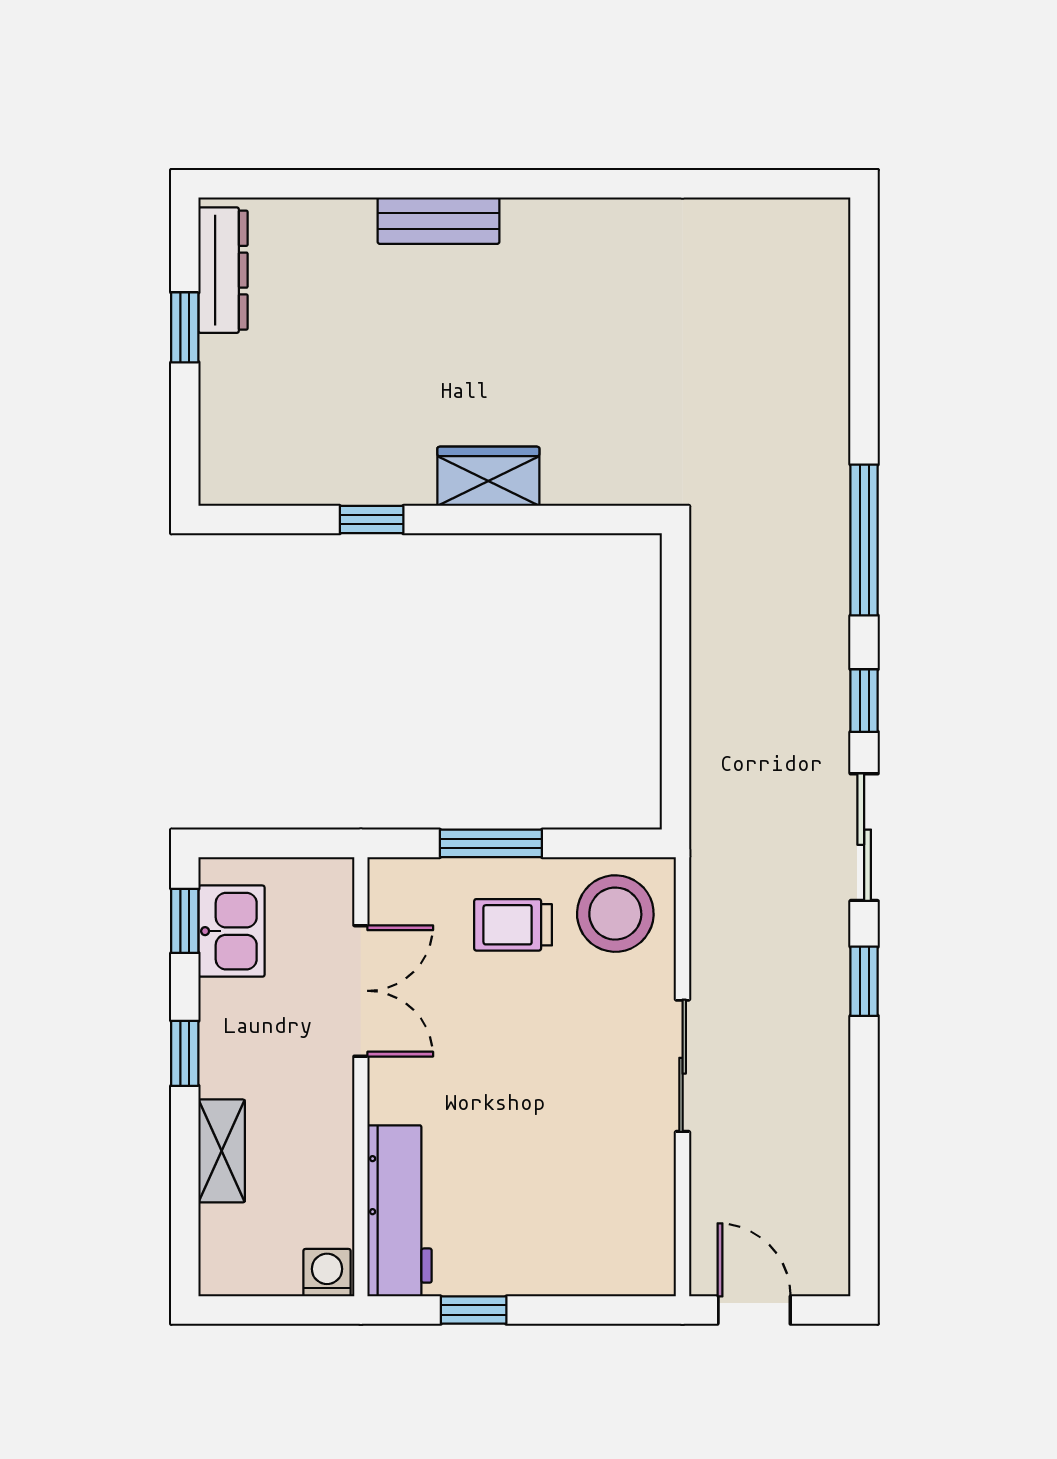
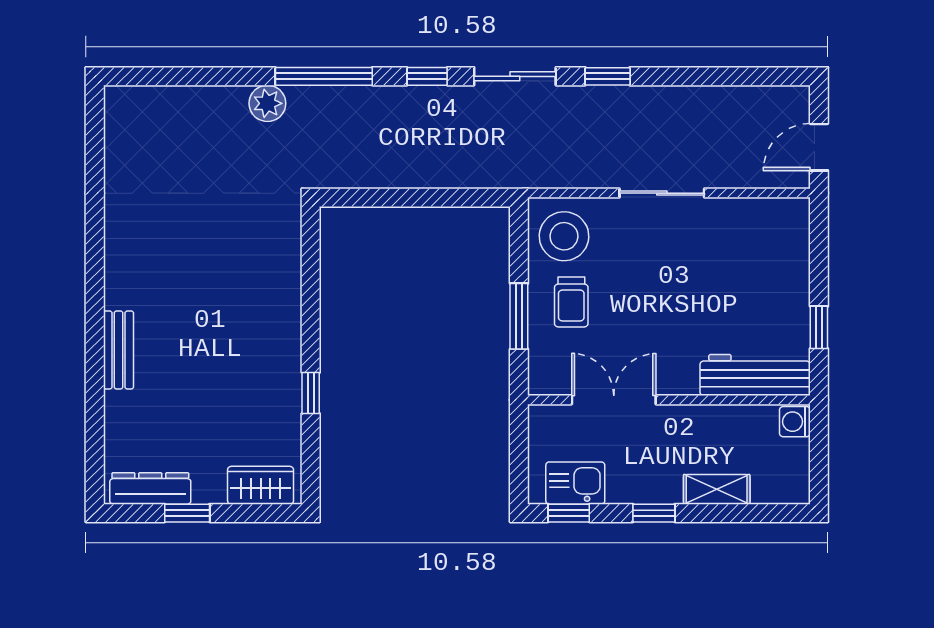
plant: (822, 452) -> (267, 103), added
wardrobe: (488, 476) -> (261, 485), moved, turned 90

